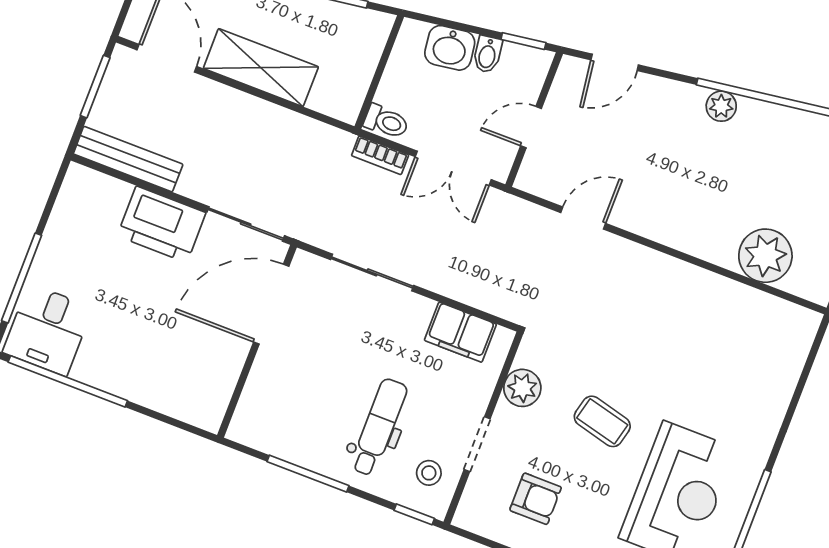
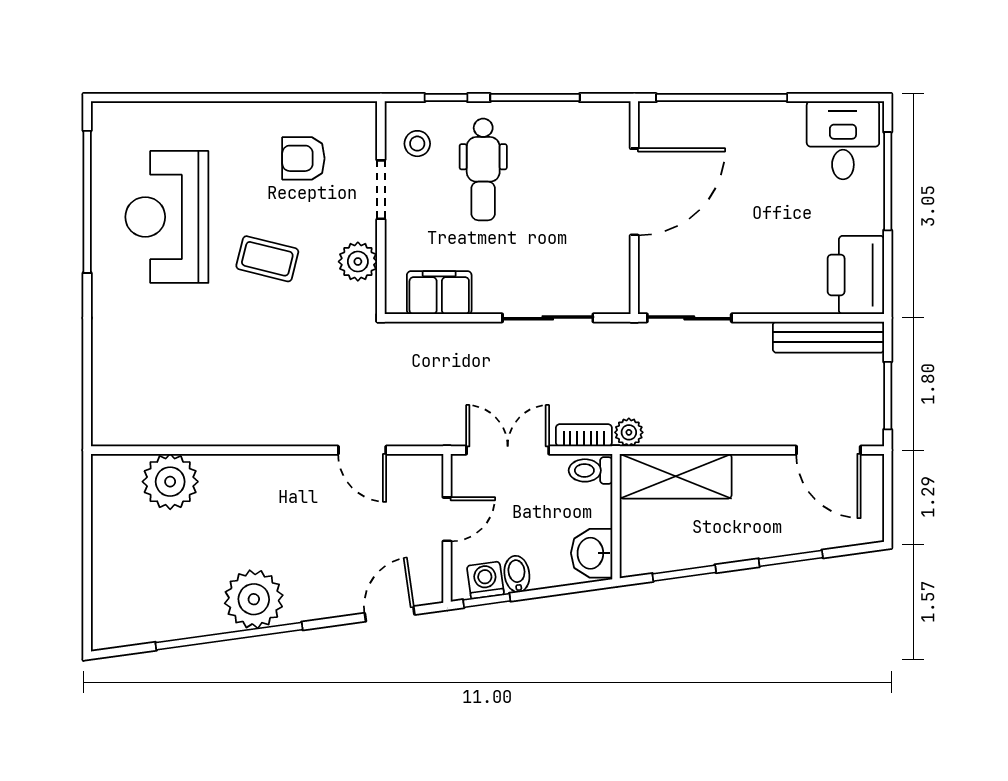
washbasin: (450, 48) -> (592, 553), moved, turned -82
washing machine: (518, 60) -> (485, 580), added
shelving: (261, 68) -> (676, 476), moved
plant: (721, 106) -> (254, 599), width x1.88, depth x1.88
plant: (339, 142) -> (629, 432), added
door: (583, 218) -> (362, 450), hinge flipped
printer: (162, 224) -> (856, 275), moved, turned -90
door: (271, 304) -> (634, 192), moved
window: (68, 381) -> (722, 98), moved
window: (414, 514) -> (446, 98), moved

